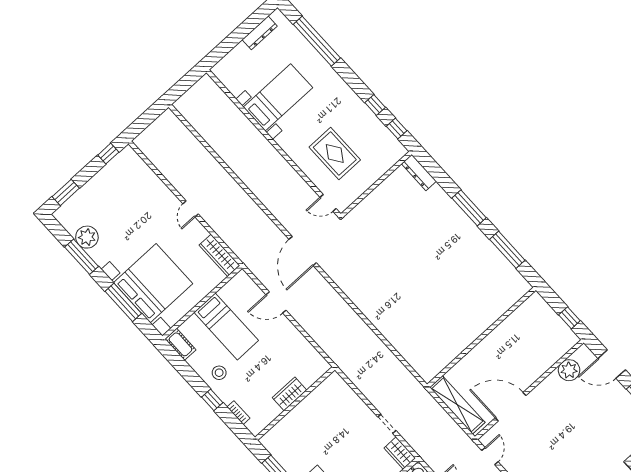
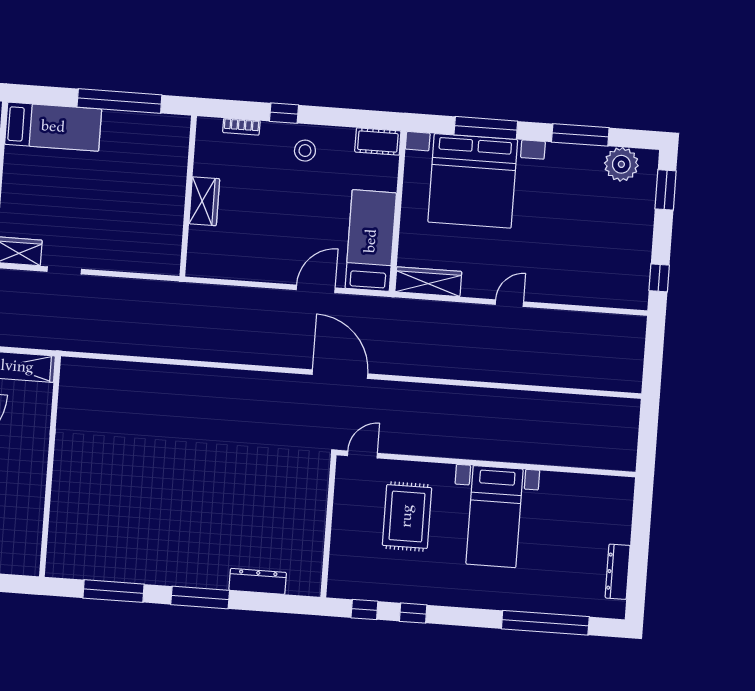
bed with nightstands: (278, 97) -> (494, 517), moved
rug: (335, 154) -> (407, 516), turned 90
dresser: (419, 172) -> (258, 581), moved
door: (191, 209) -> (509, 303), hinge flipped
plant: (87, 237) -> (621, 164), moved
bed: (226, 326) -> (371, 241), moved, turned 90

